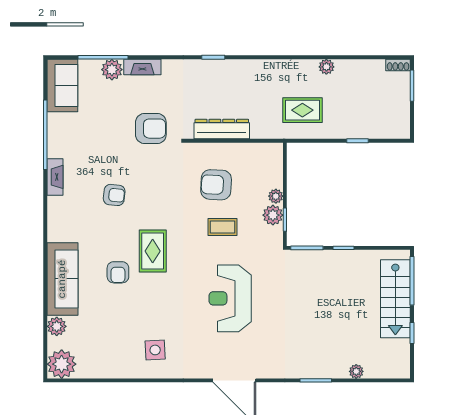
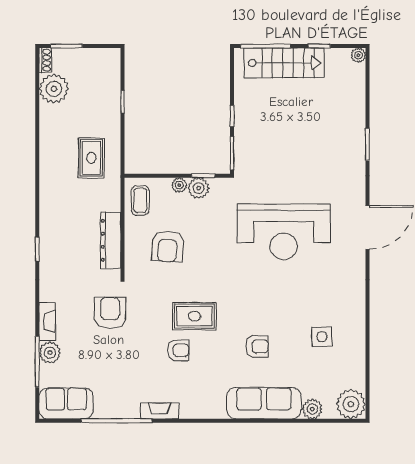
plant: (326, 67) -> (54, 89), moved, width x1.87, depth x1.87
armchair: (114, 195) -> (178, 350), turned 84
coffee table: (223, 227) -> (140, 200), moved
rug: (153, 251) -> (194, 316), moved
reception desk: (230, 298) -> (284, 232), width x1.36, depth x1.30
side table: (155, 350) -> (322, 337), moved
plant: (356, 371) -> (358, 55), moved

